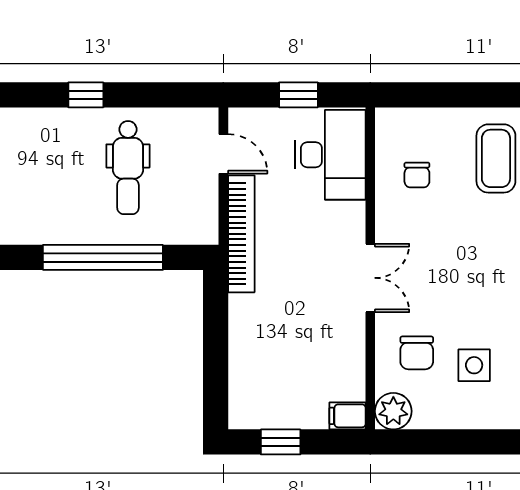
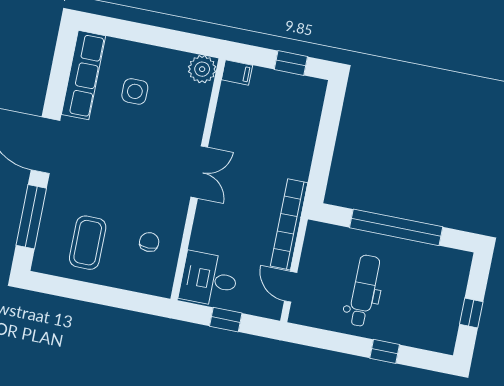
desk: (330, 155) -> (209, 279), width x0.73
double door: (370, 278) -> (199, 172), swing flipped
chair: (417, 353) -> (176, 109), removed

